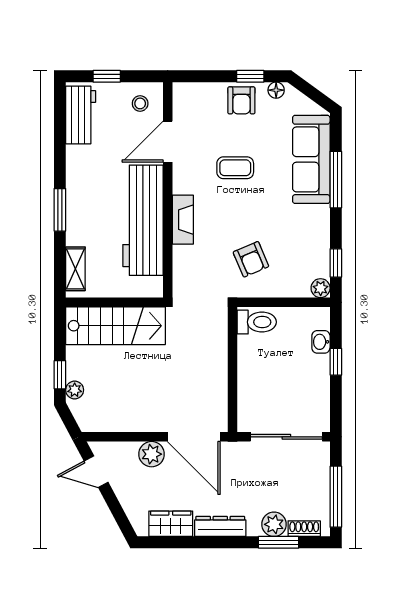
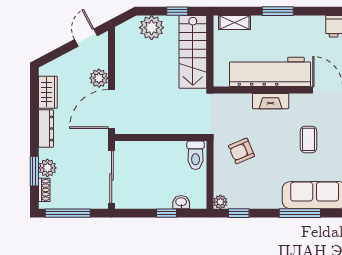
window: (60, 375) -> (177, 11), moved
plant: (75, 390) -> (152, 28), width x1.88, depth x1.88

